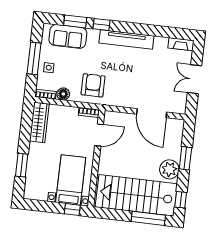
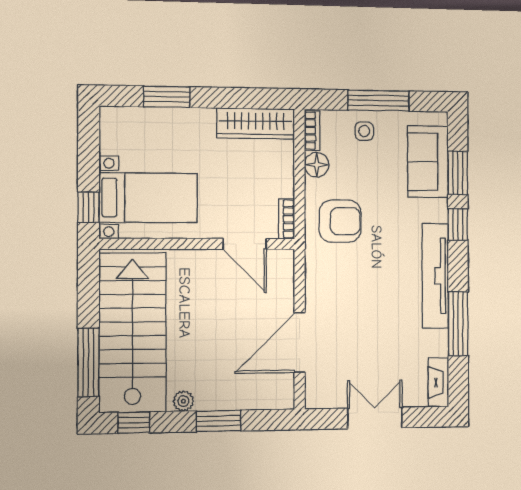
window: (152, 30) -> (458, 324), added
plant: (169, 169) -> (183, 401), width x0.53, depth x0.53

